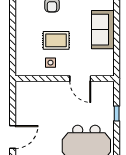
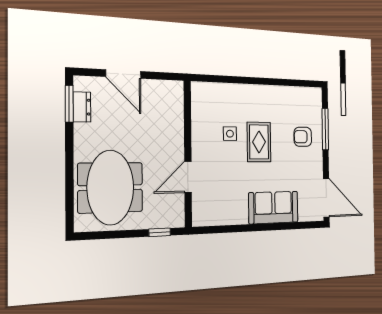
wall: (65, 79) -> (188, 154), moved
door: (80, 79) -> (188, 177), moved

